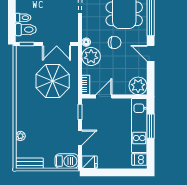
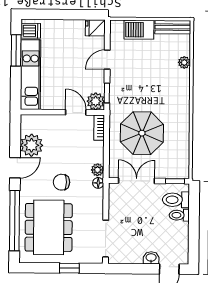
door: (151, 53) -> (15, 168), hinge flipped
plant: (91, 57) -> (98, 170), width x0.53, depth x0.53
plant: (138, 86) -> (32, 145), moved
door: (104, 97) -> (76, 112), swing flipped
plant: (89, 105) -> (96, 101), added
window: (151, 126) -> (16, 50), moved
barbecue: (67, 161) -> (139, 30), moved

